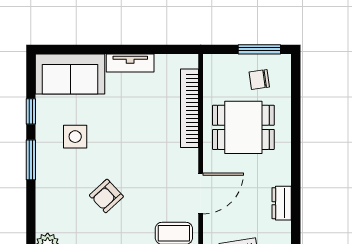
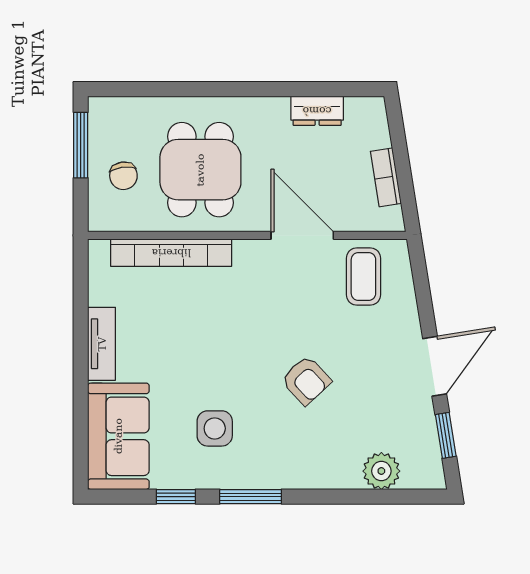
chair: (259, 79) -> (123, 176), moved

